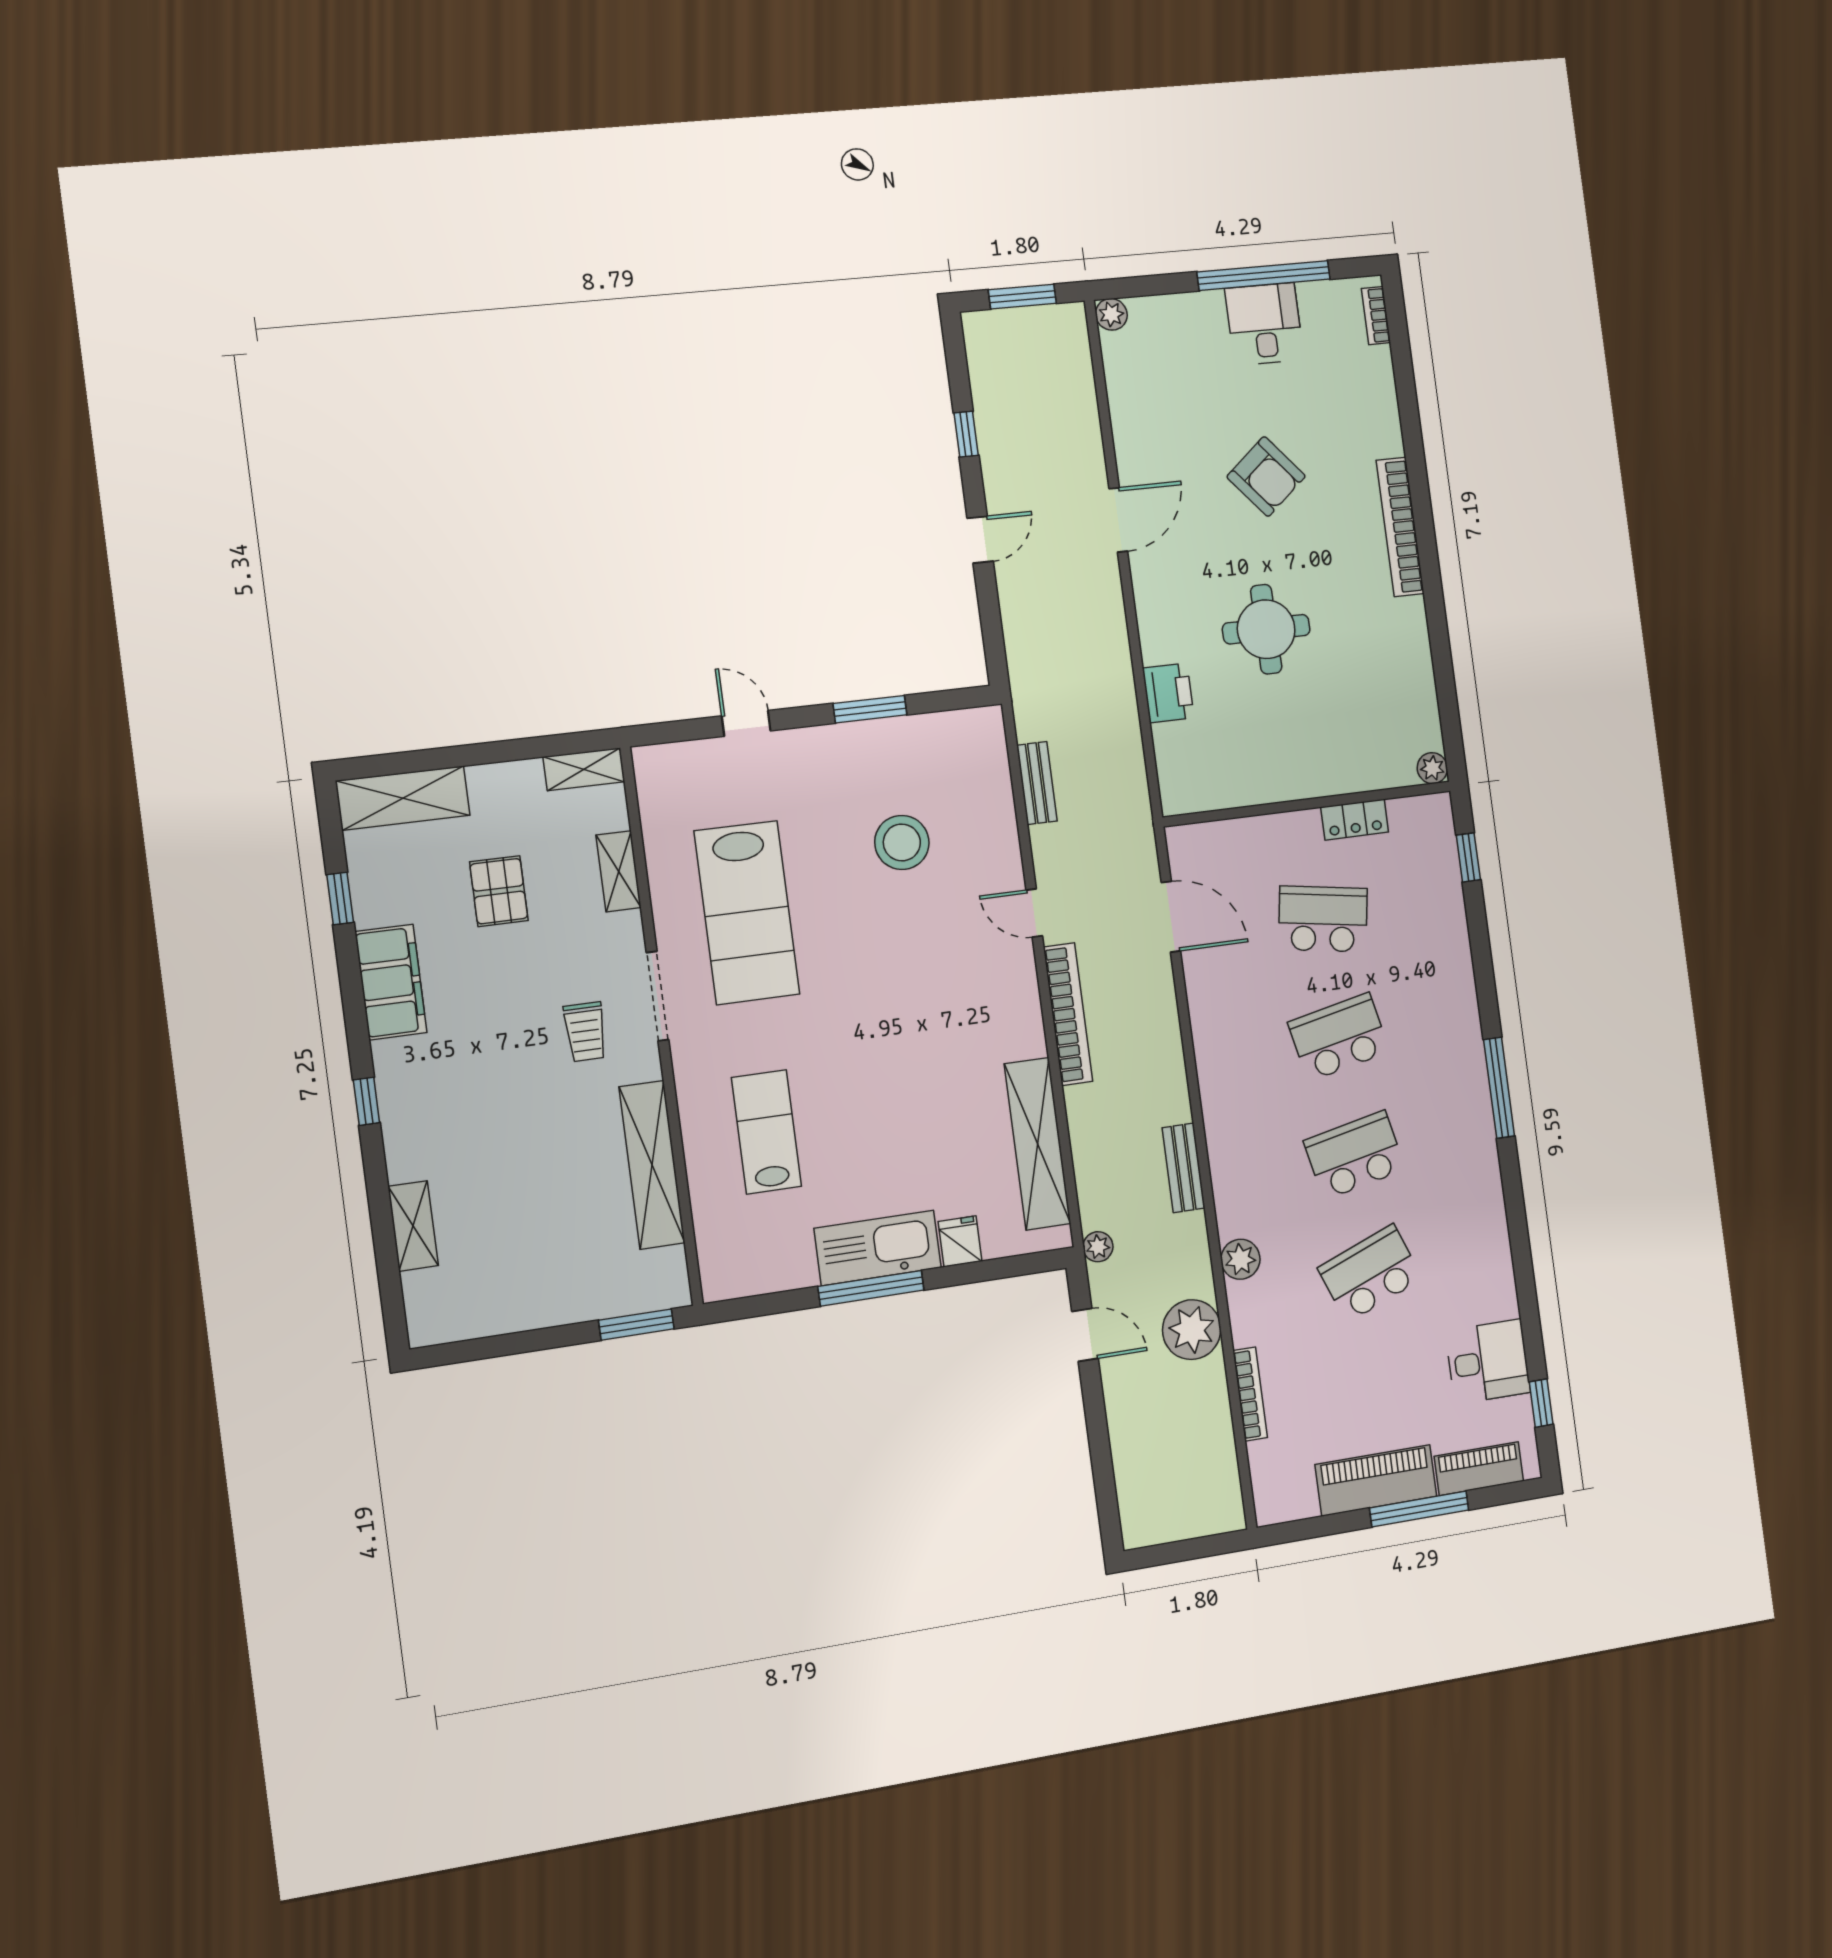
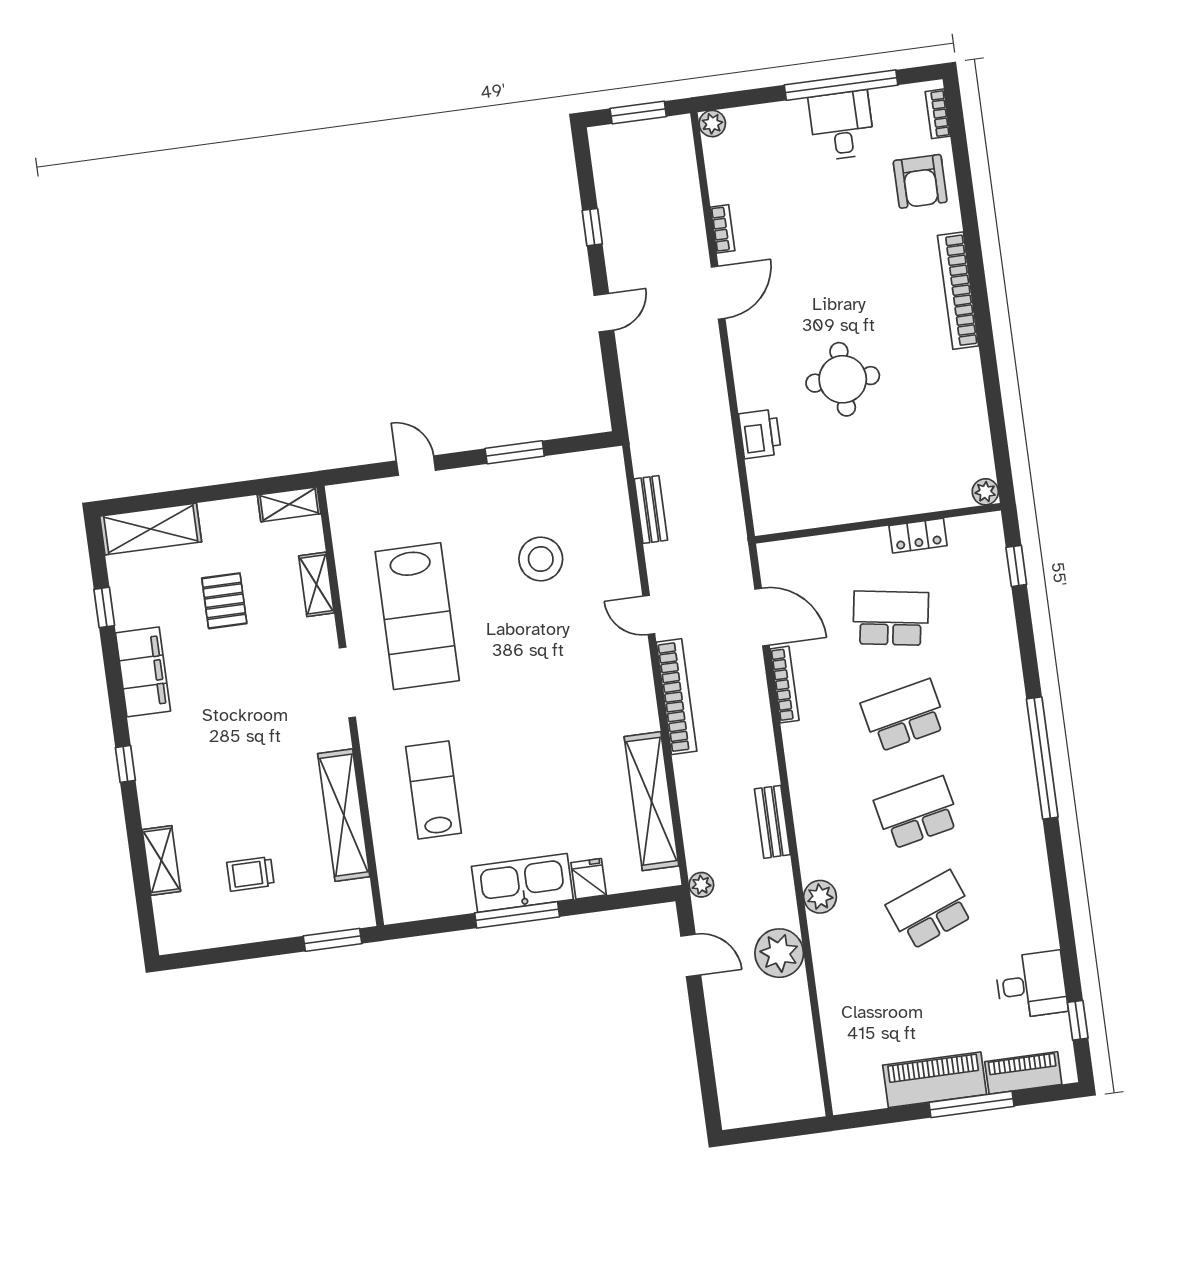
bookcase: (1124, 442) -> (723, 229), added
armchair: (1266, 477) -> (920, 181), moved, turned 40
trolley: (585, 1032) -> (251, 874), moved, turned 90
window: (1499, 1088) -> (1042, 758), width x1.46
bookcase: (1250, 1394) -> (785, 685), moved

